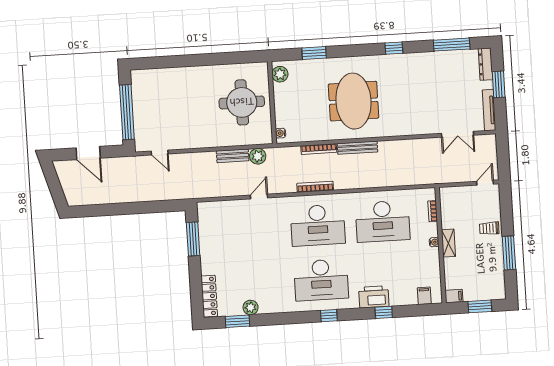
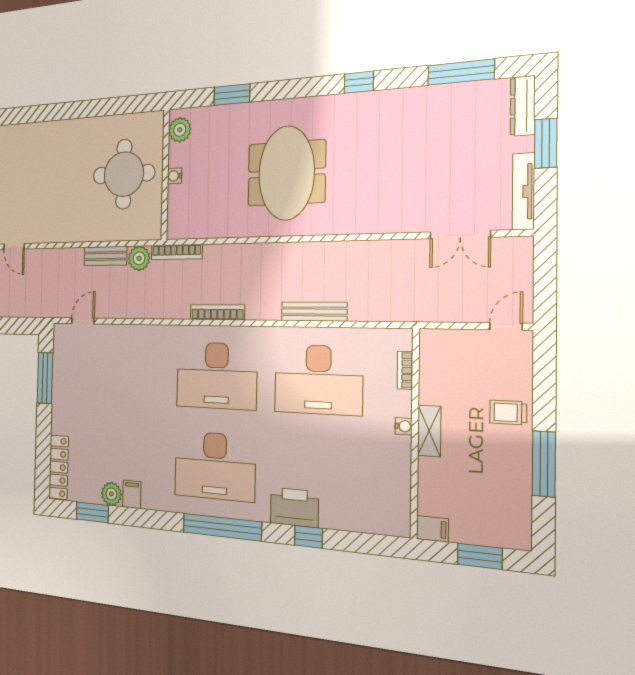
water cooler: (281, 133) -> (175, 176), moved
bench: (357, 148) -> (314, 311), moved
bookcase: (319, 149) -> (177, 252), moved
door: (259, 196) -> (83, 321), moved
filing cabinet: (424, 296) -> (132, 494), moved
window: (329, 316) -> (222, 527), width x3.17

